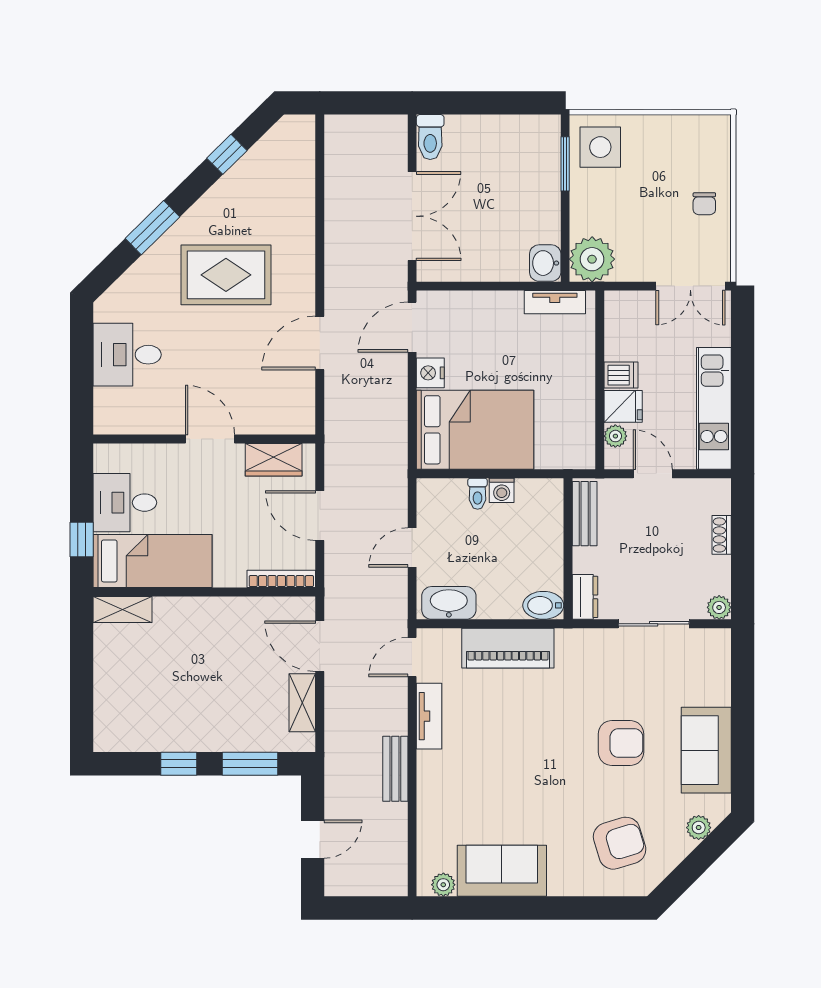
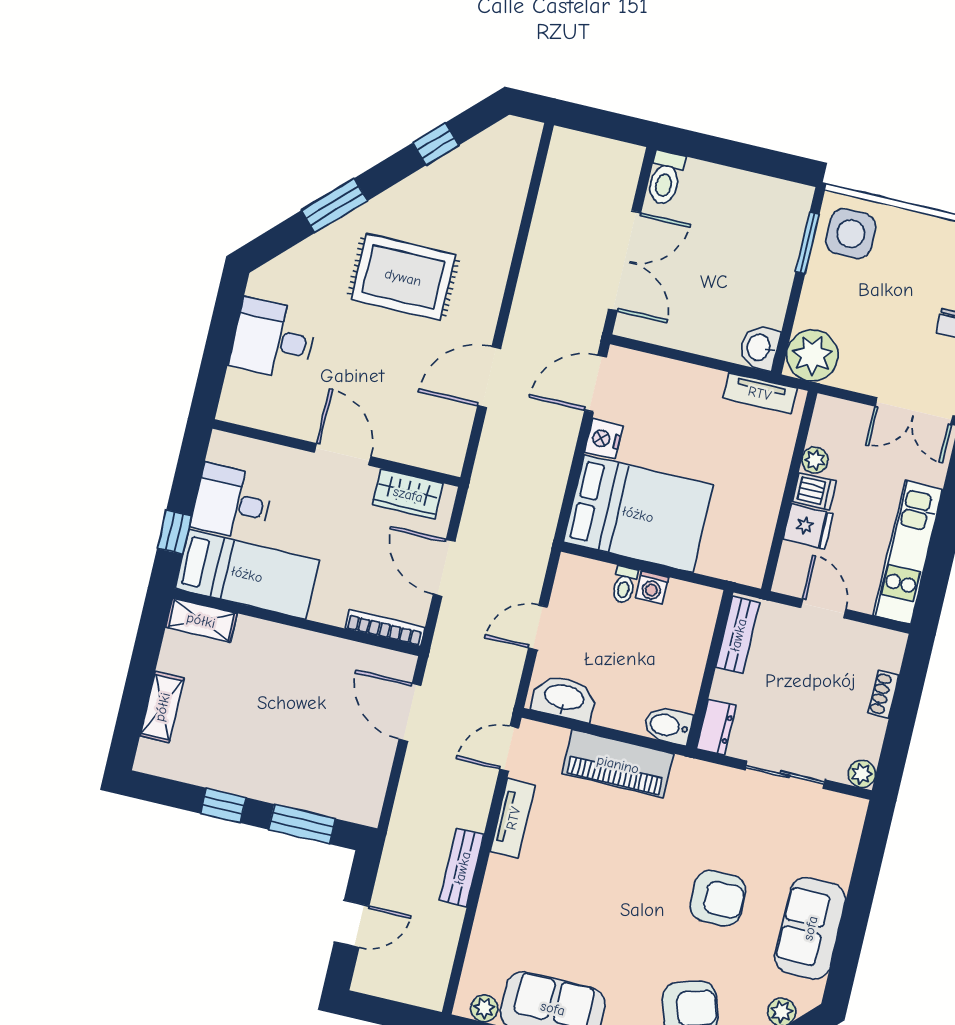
plant: (615, 436) -> (815, 460), moved
shelving: (302, 703) -> (162, 707), moved

